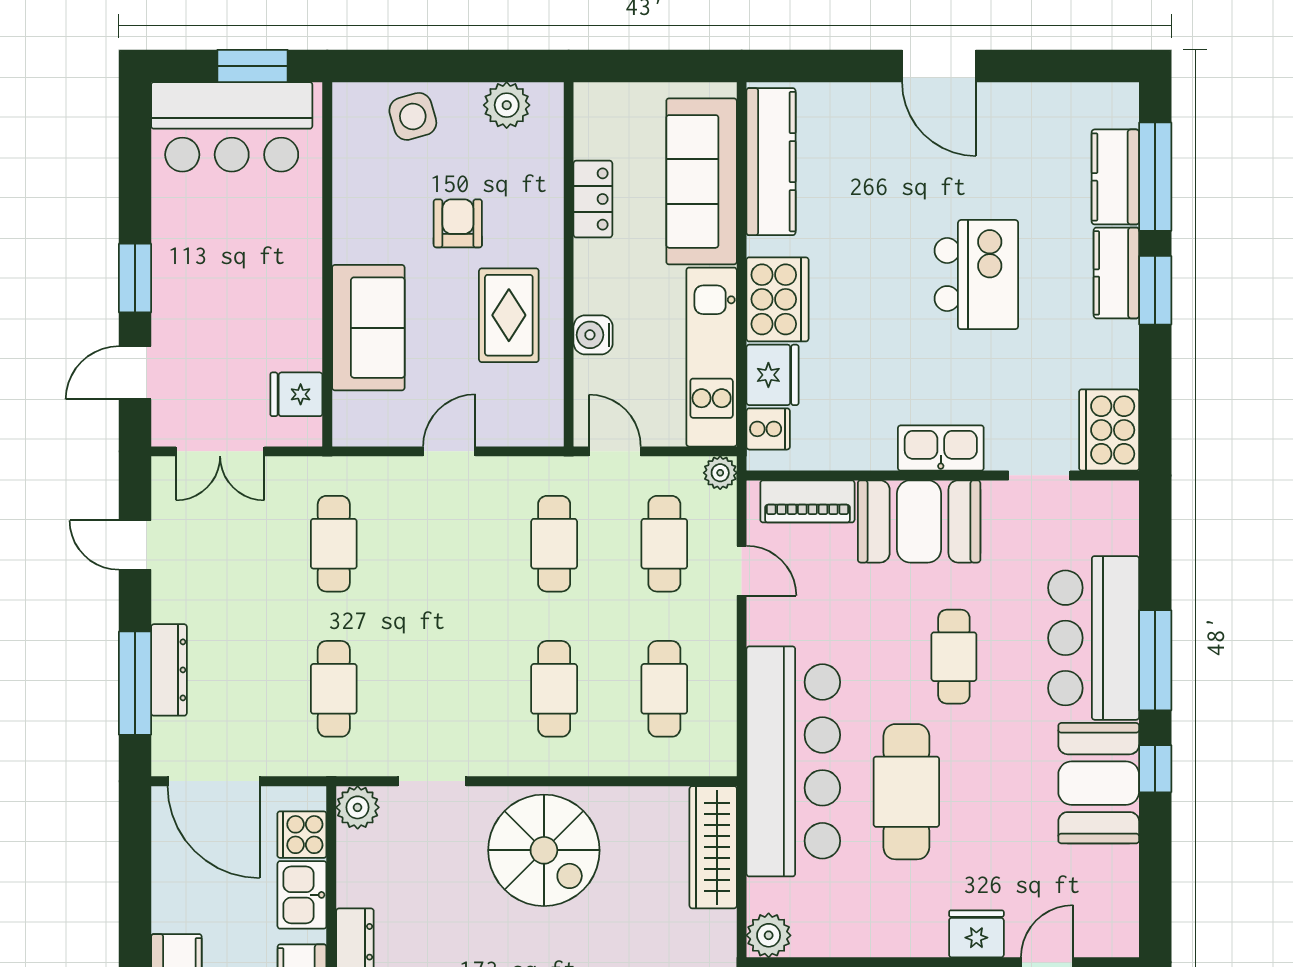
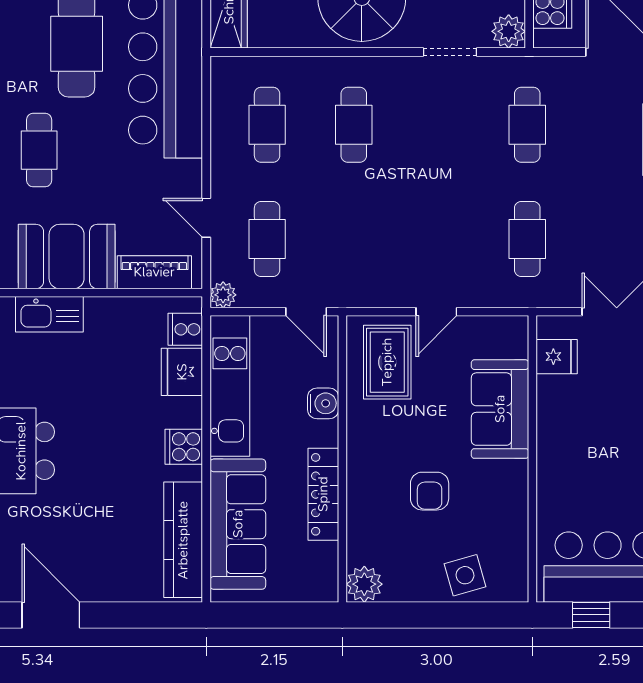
window: (253, 66) -> (591, 615), width x0.67
plant: (507, 105) -> (364, 584), moved
locker: (593, 199) -> (323, 494), width x1.53
cooker: (777, 299) -> (184, 447), width x0.53, depth x0.76
rug: (509, 315) -> (387, 362), moved
cafe table: (554, 544) -> (354, 239), removed

